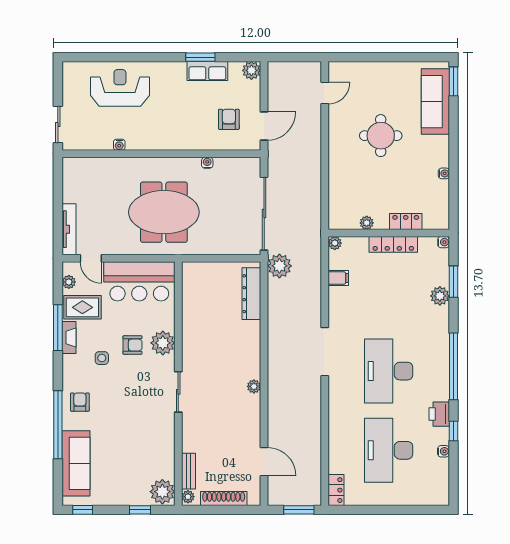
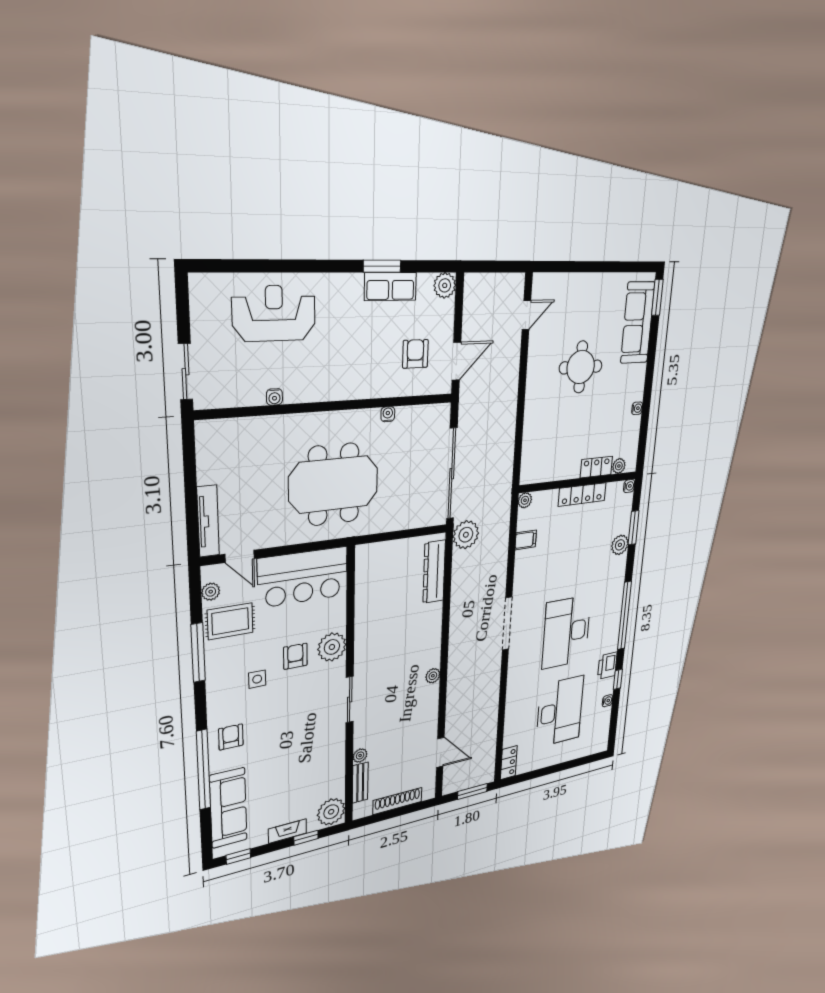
plant: (367, 223) -> (619, 466), moved
fireplace: (69, 338) -> (288, 831), moved, turned -90
armchair: (133, 345) -> (295, 656), turned -90
desk: (389, 450) -> (560, 712), turned 180
plant: (188, 497) -> (360, 756), moved

